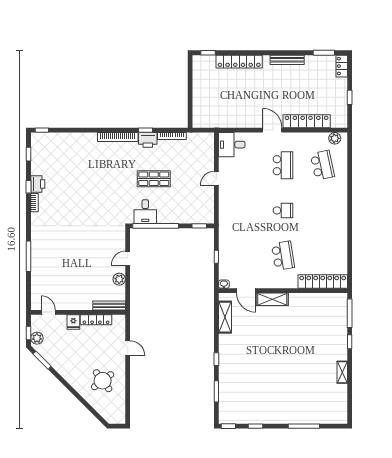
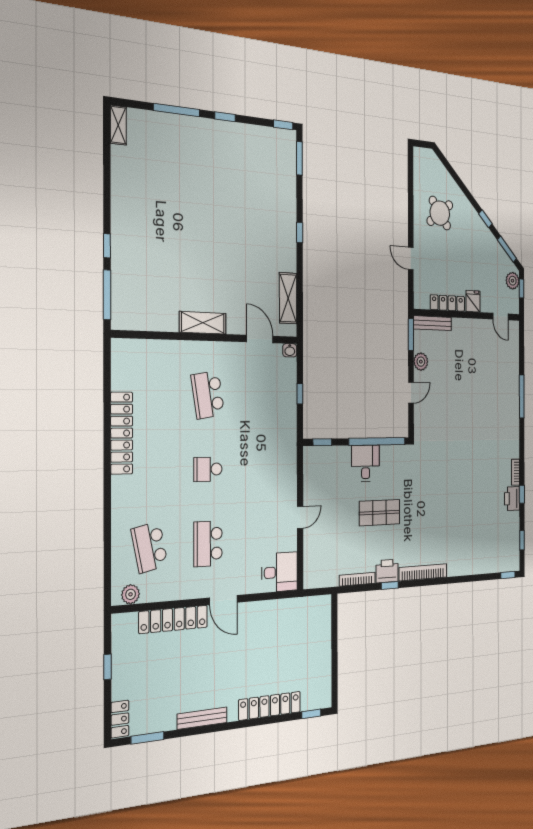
desk: (145, 212) -> (366, 463), moved
locker: (323, 281) -> (122, 433), moved, turned -90
window: (128, 297) -> (411, 335), added
shelving: (272, 299) -> (203, 323), moved
shelving: (342, 372) -> (118, 125), moved
window: (62, 380) -> (485, 219), added
window: (216, 391) -> (299, 158), moved
window: (255, 426) -> (225, 117), moved

